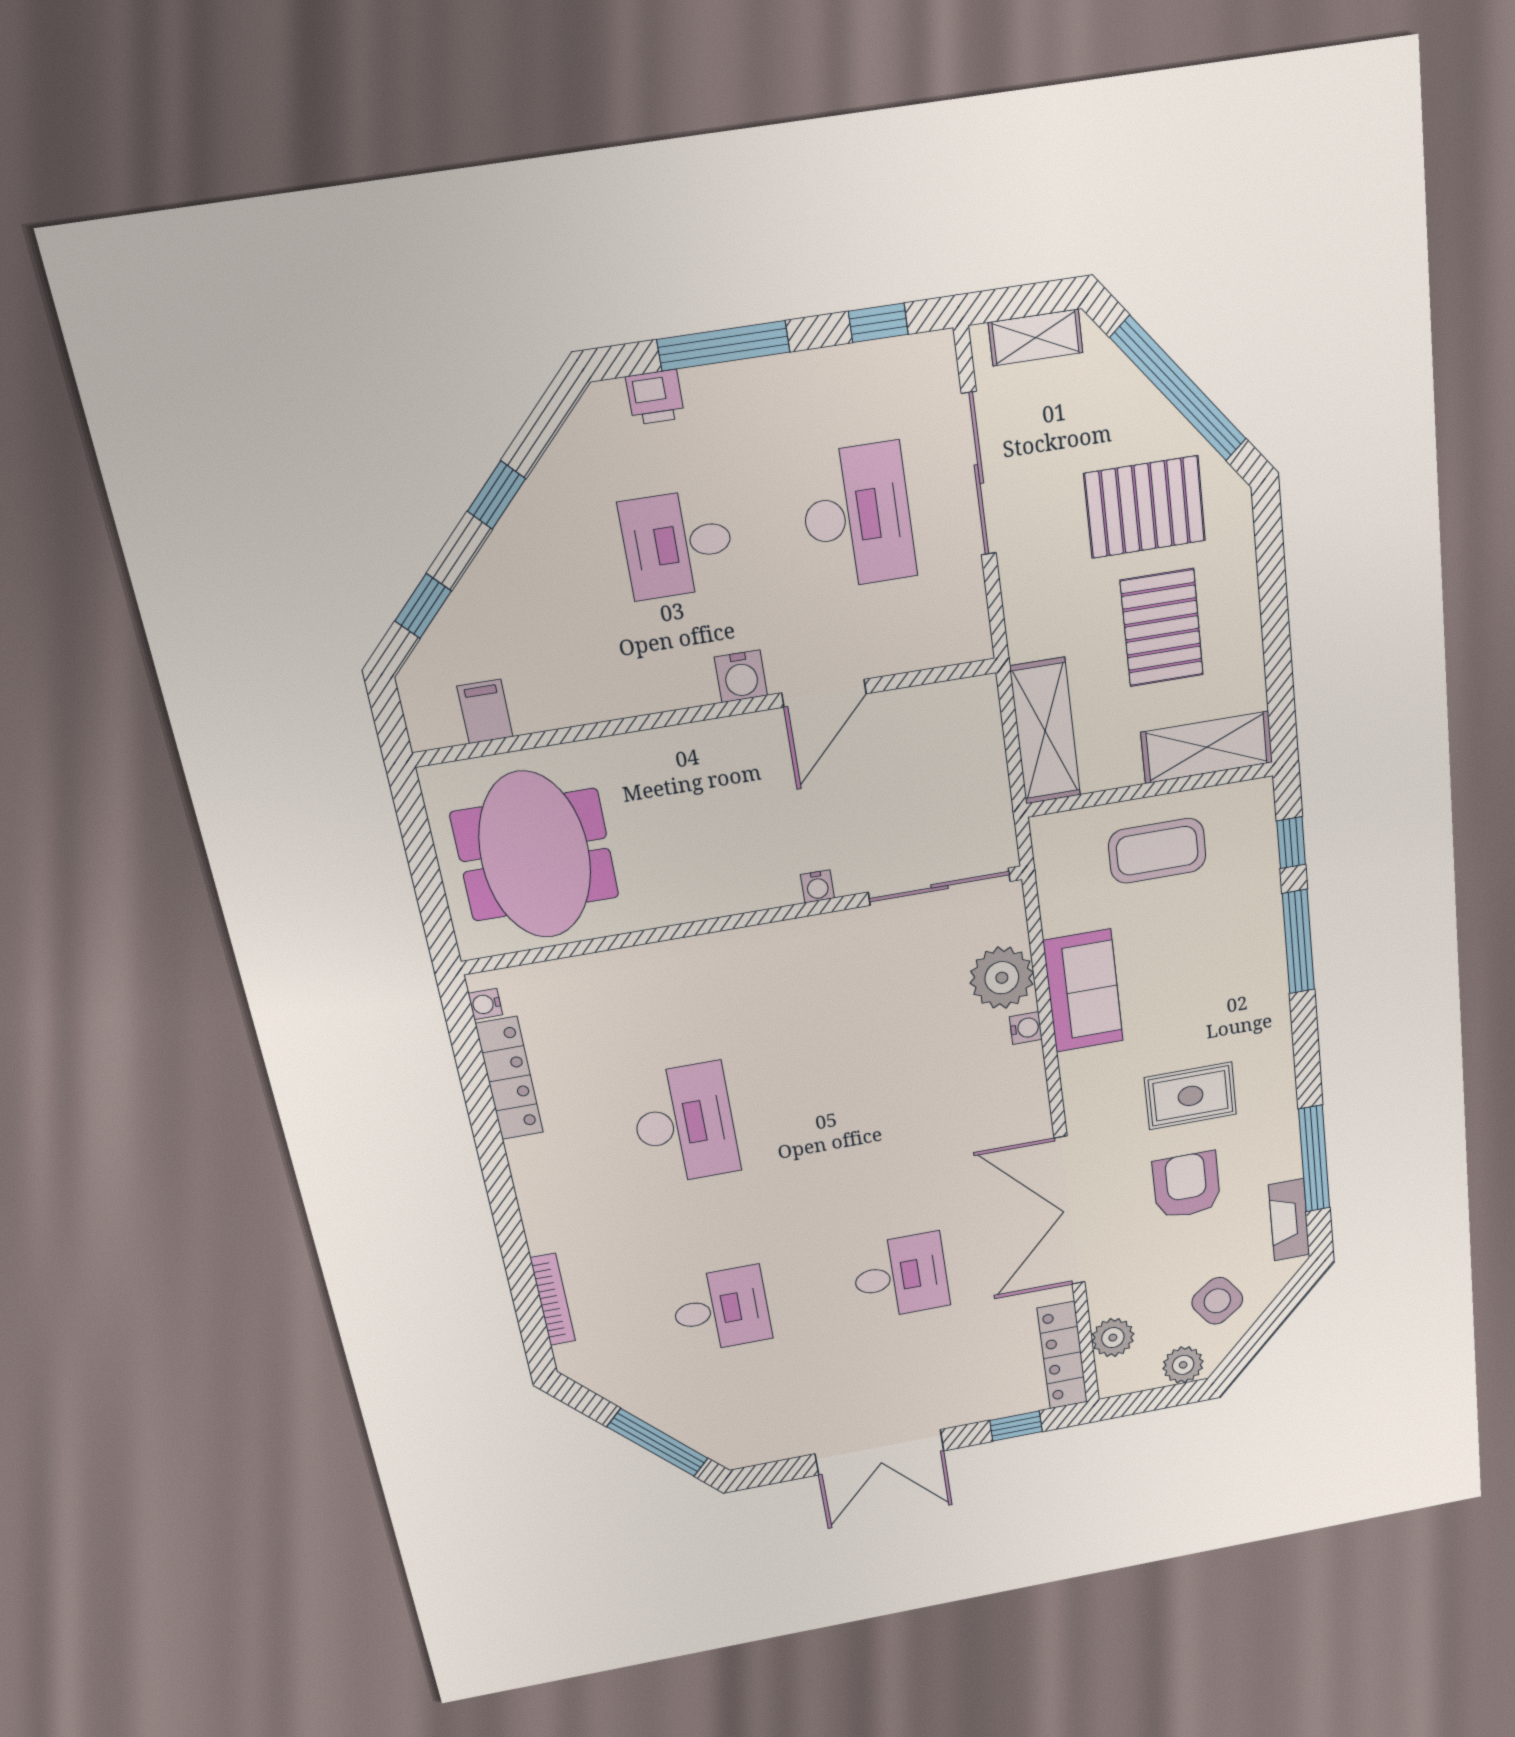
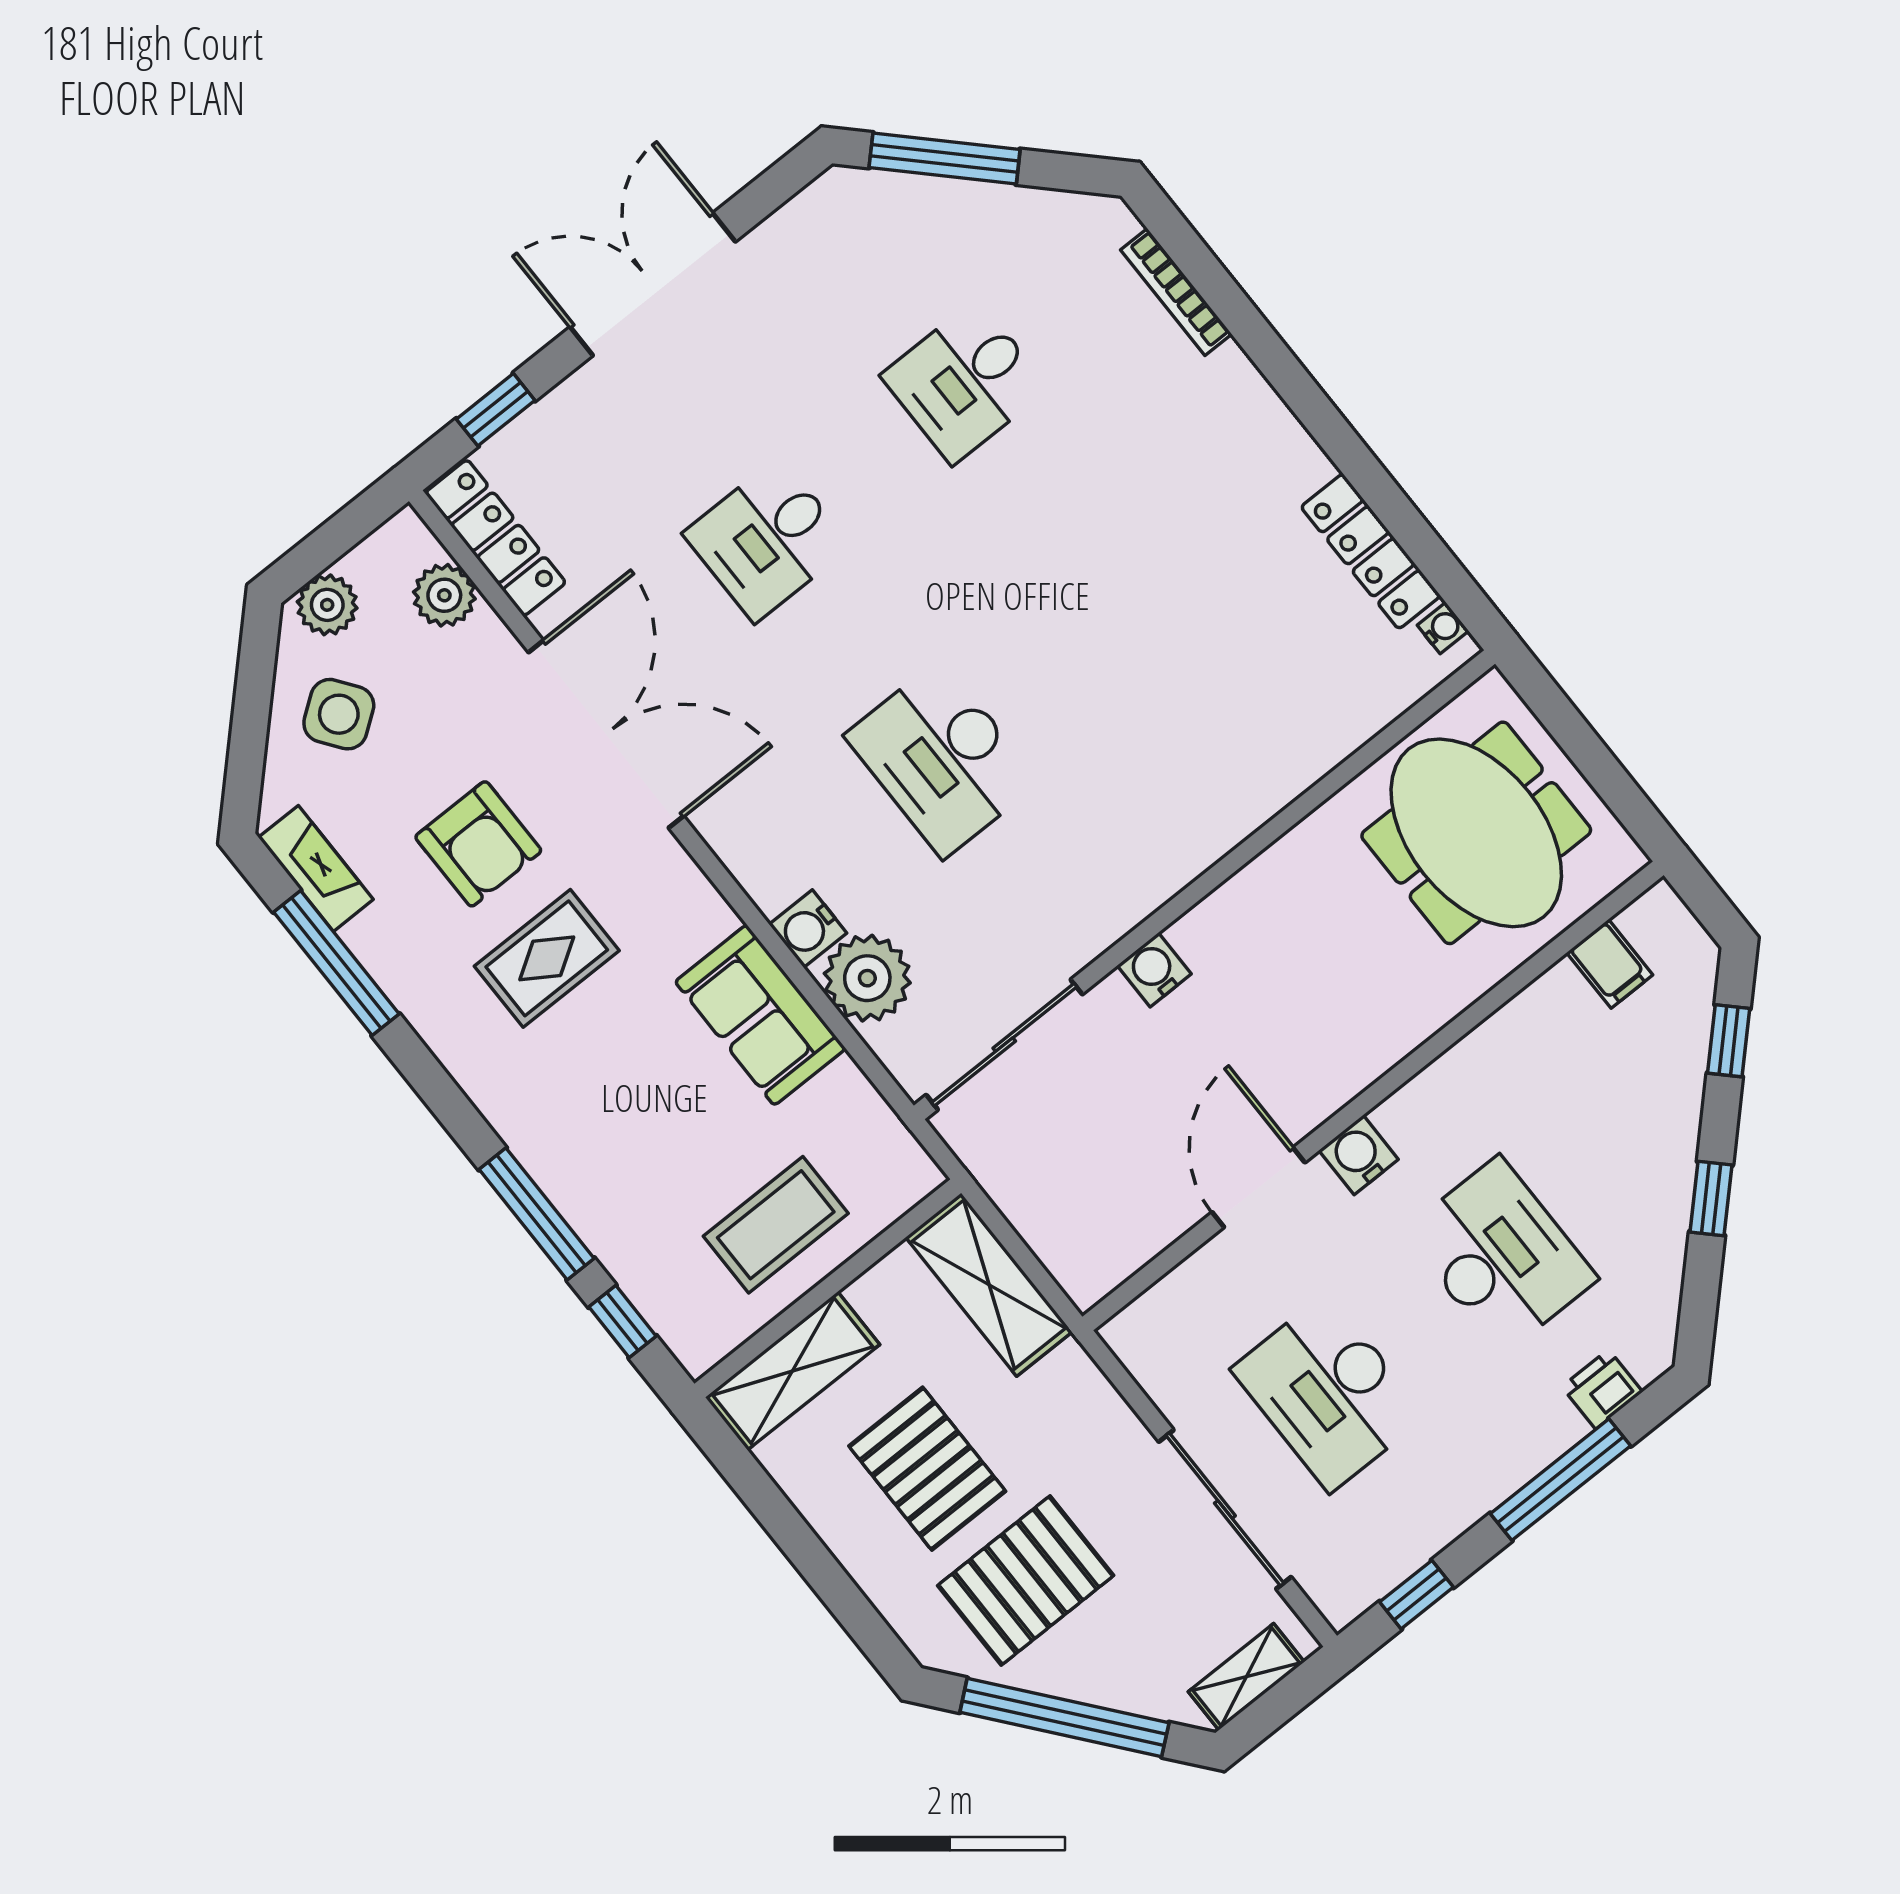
desk: (678, 544) -> (1500, 1255), width x1.37
water cooler: (817, 886) -> (1154, 970), width x1.38, depth x1.38
water cooler: (1026, 1028) -> (808, 929), width x1.38, depth x1.38
desk: (684, 1124) -> (942, 759), moved

